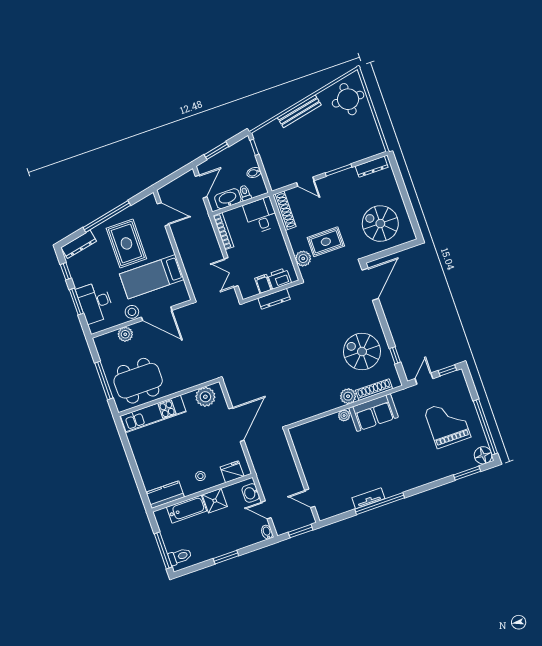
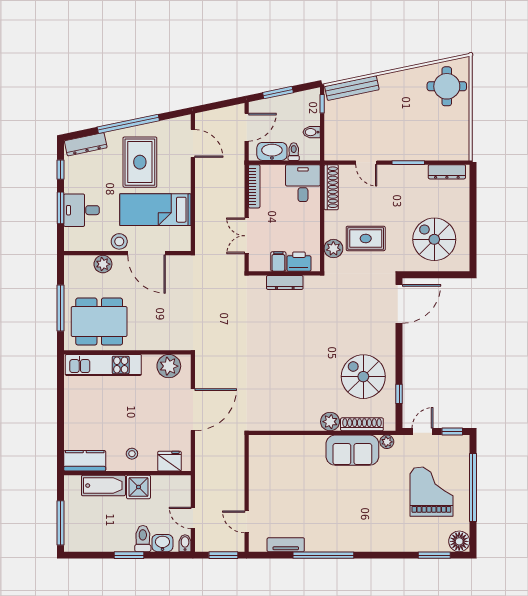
bench: (299, 111) -> (352, 88), moved
desk: (95, 302) -> (82, 210), width x0.73
plant: (344, 416) -> (387, 442), moved
window: (485, 427) -> (473, 487), moved
washbasin: (251, 493) -> (162, 543), moved, turned 90
tv unit: (368, 498) -> (286, 545), moved
toilet: (180, 557) -> (143, 539), moved, turned -90

